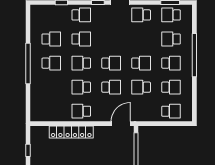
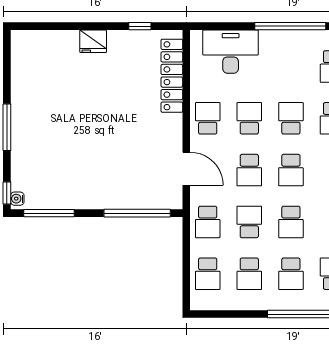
school desk: (51, 63) -> (208, 222), moved
desk: (43, 98) -> (231, 52), added
door: (121, 124) -> (186, 169), moved
locker: (71, 132) -> (172, 76), moved

